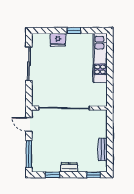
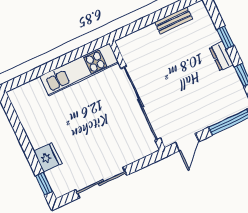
window: (74, 31) -> (44, 184), moved
kitchen unit: (100, 58) -> (79, 70), moved
window: (93, 175) -> (225, 38), moved

